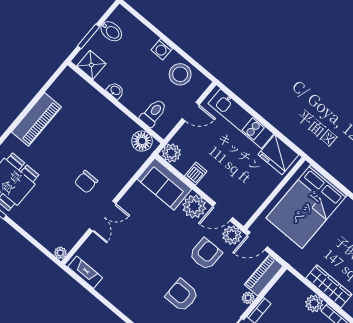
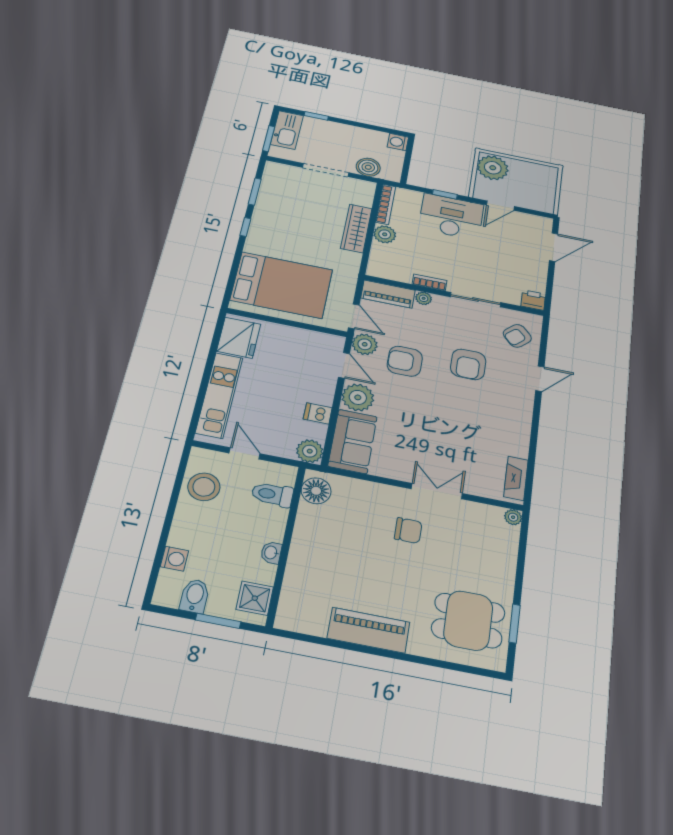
washing machine: (162, 49) -> (174, 559), moved

